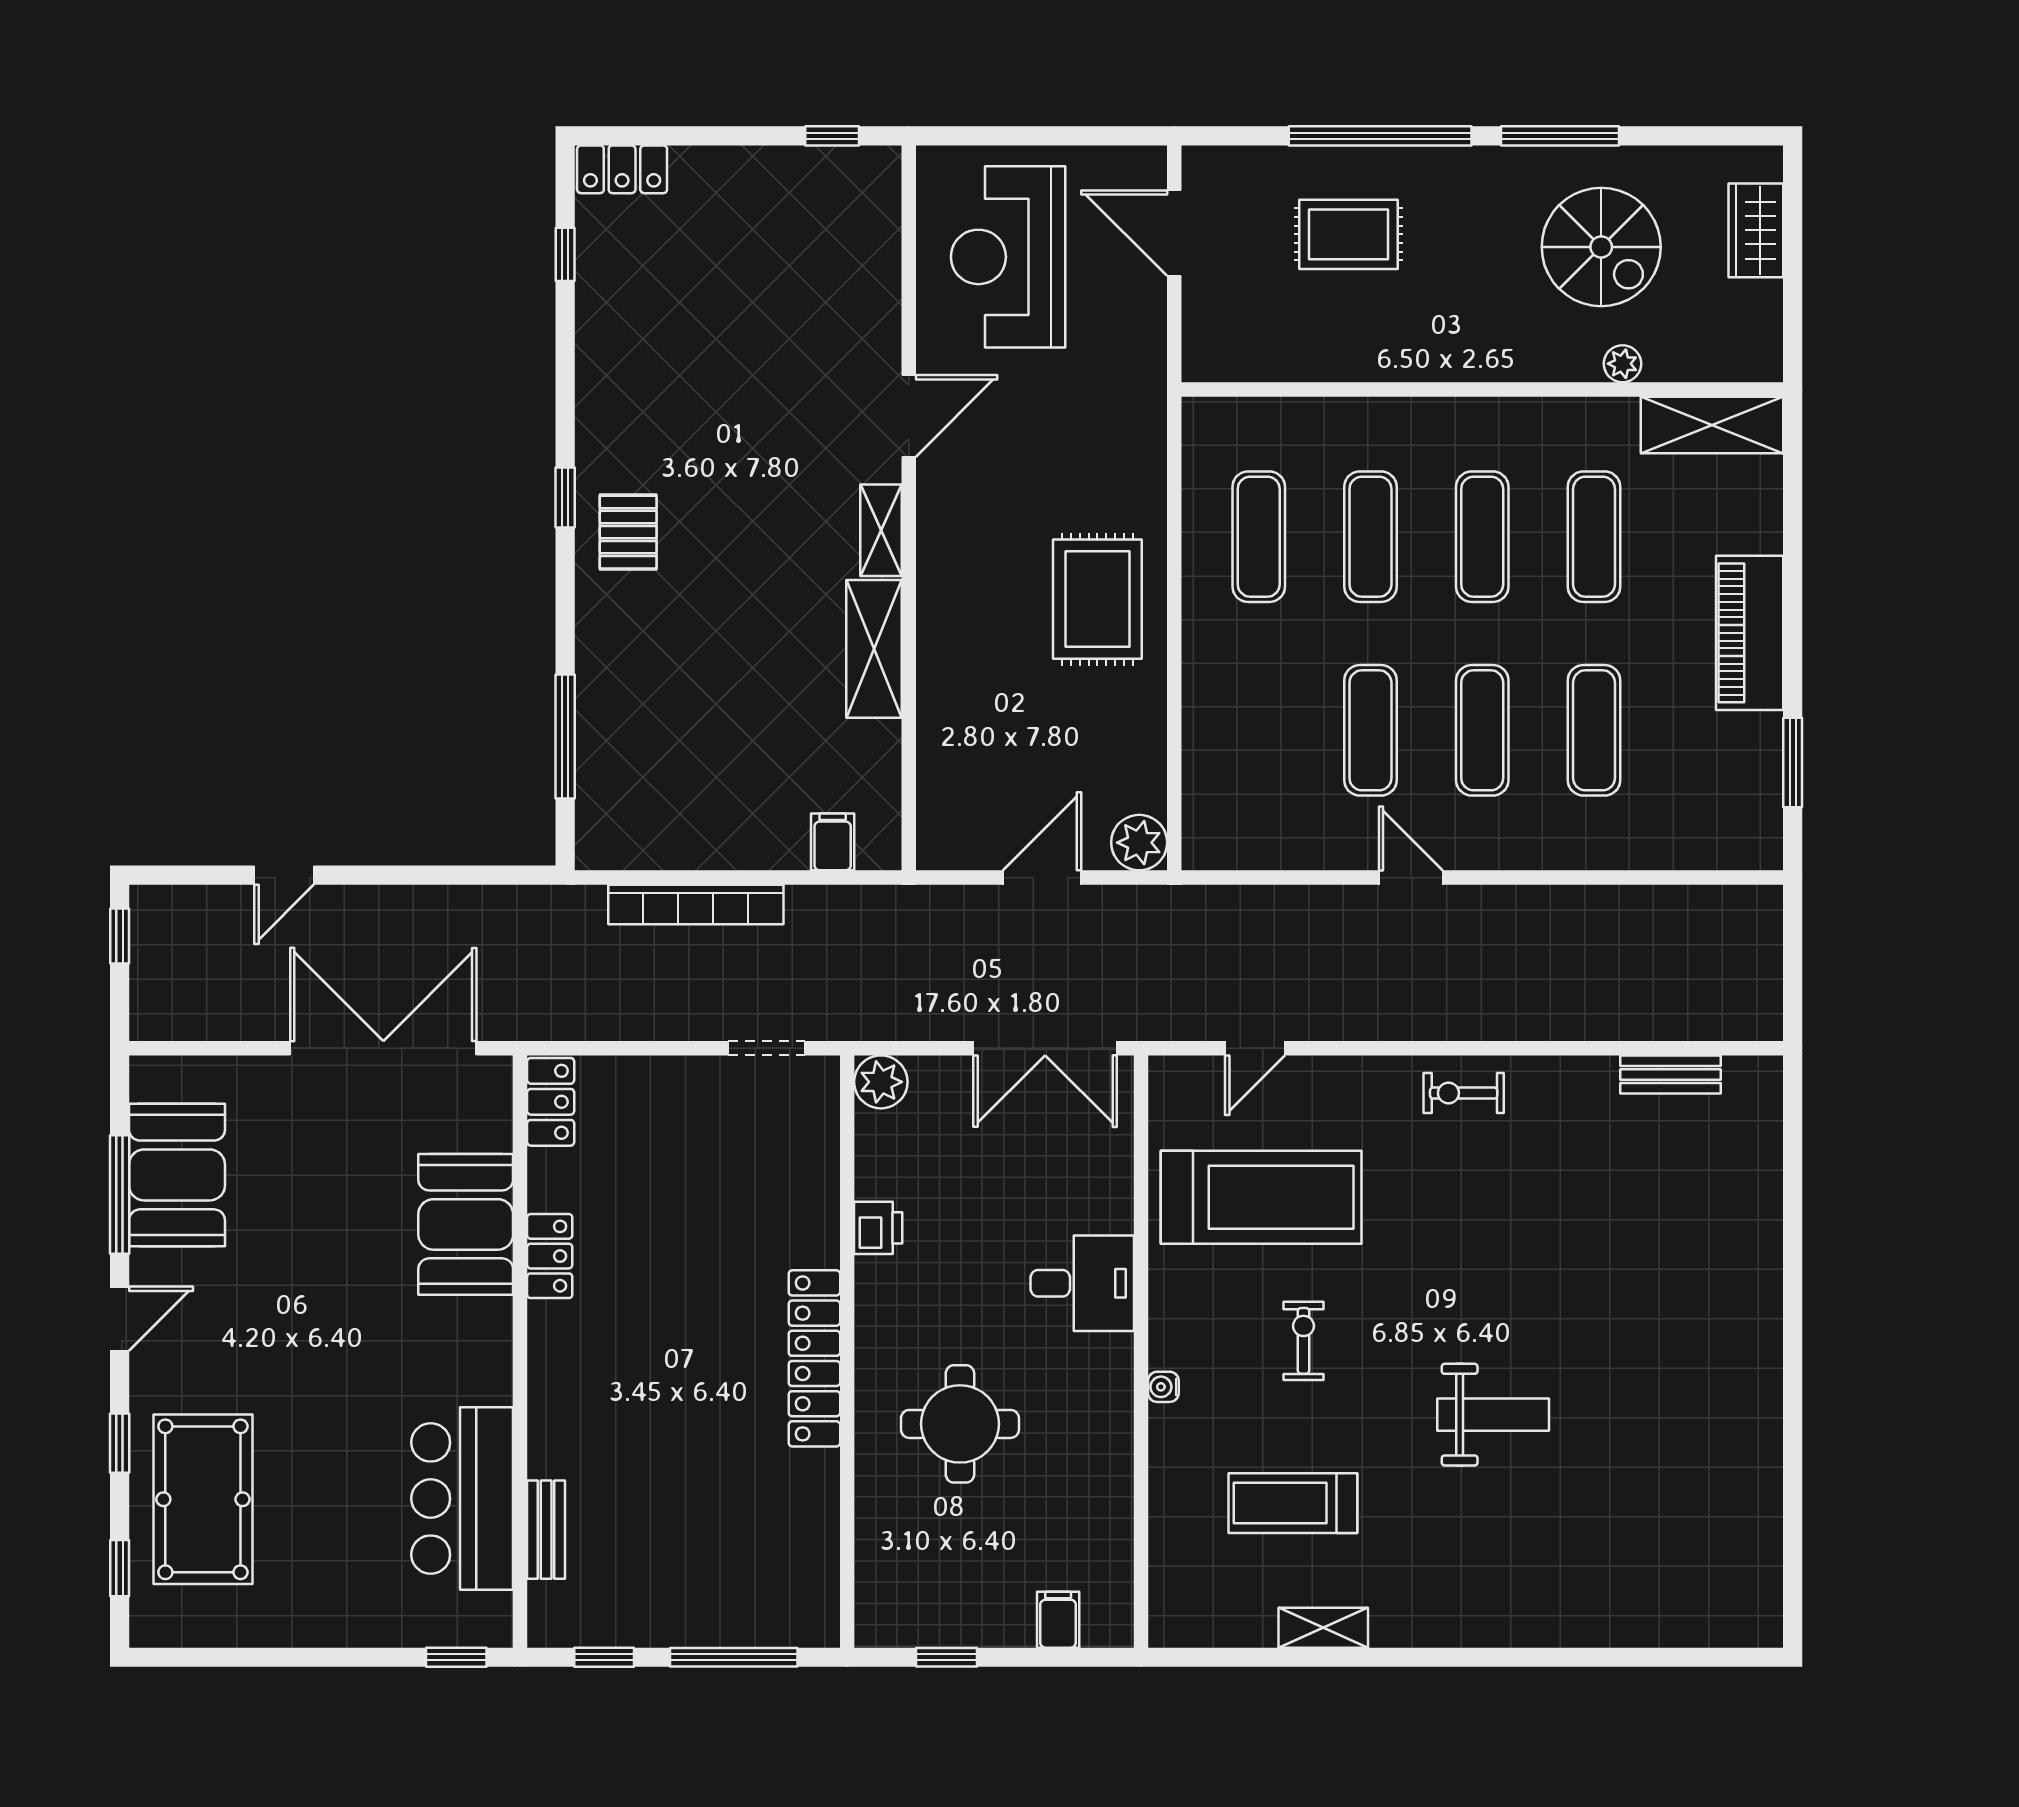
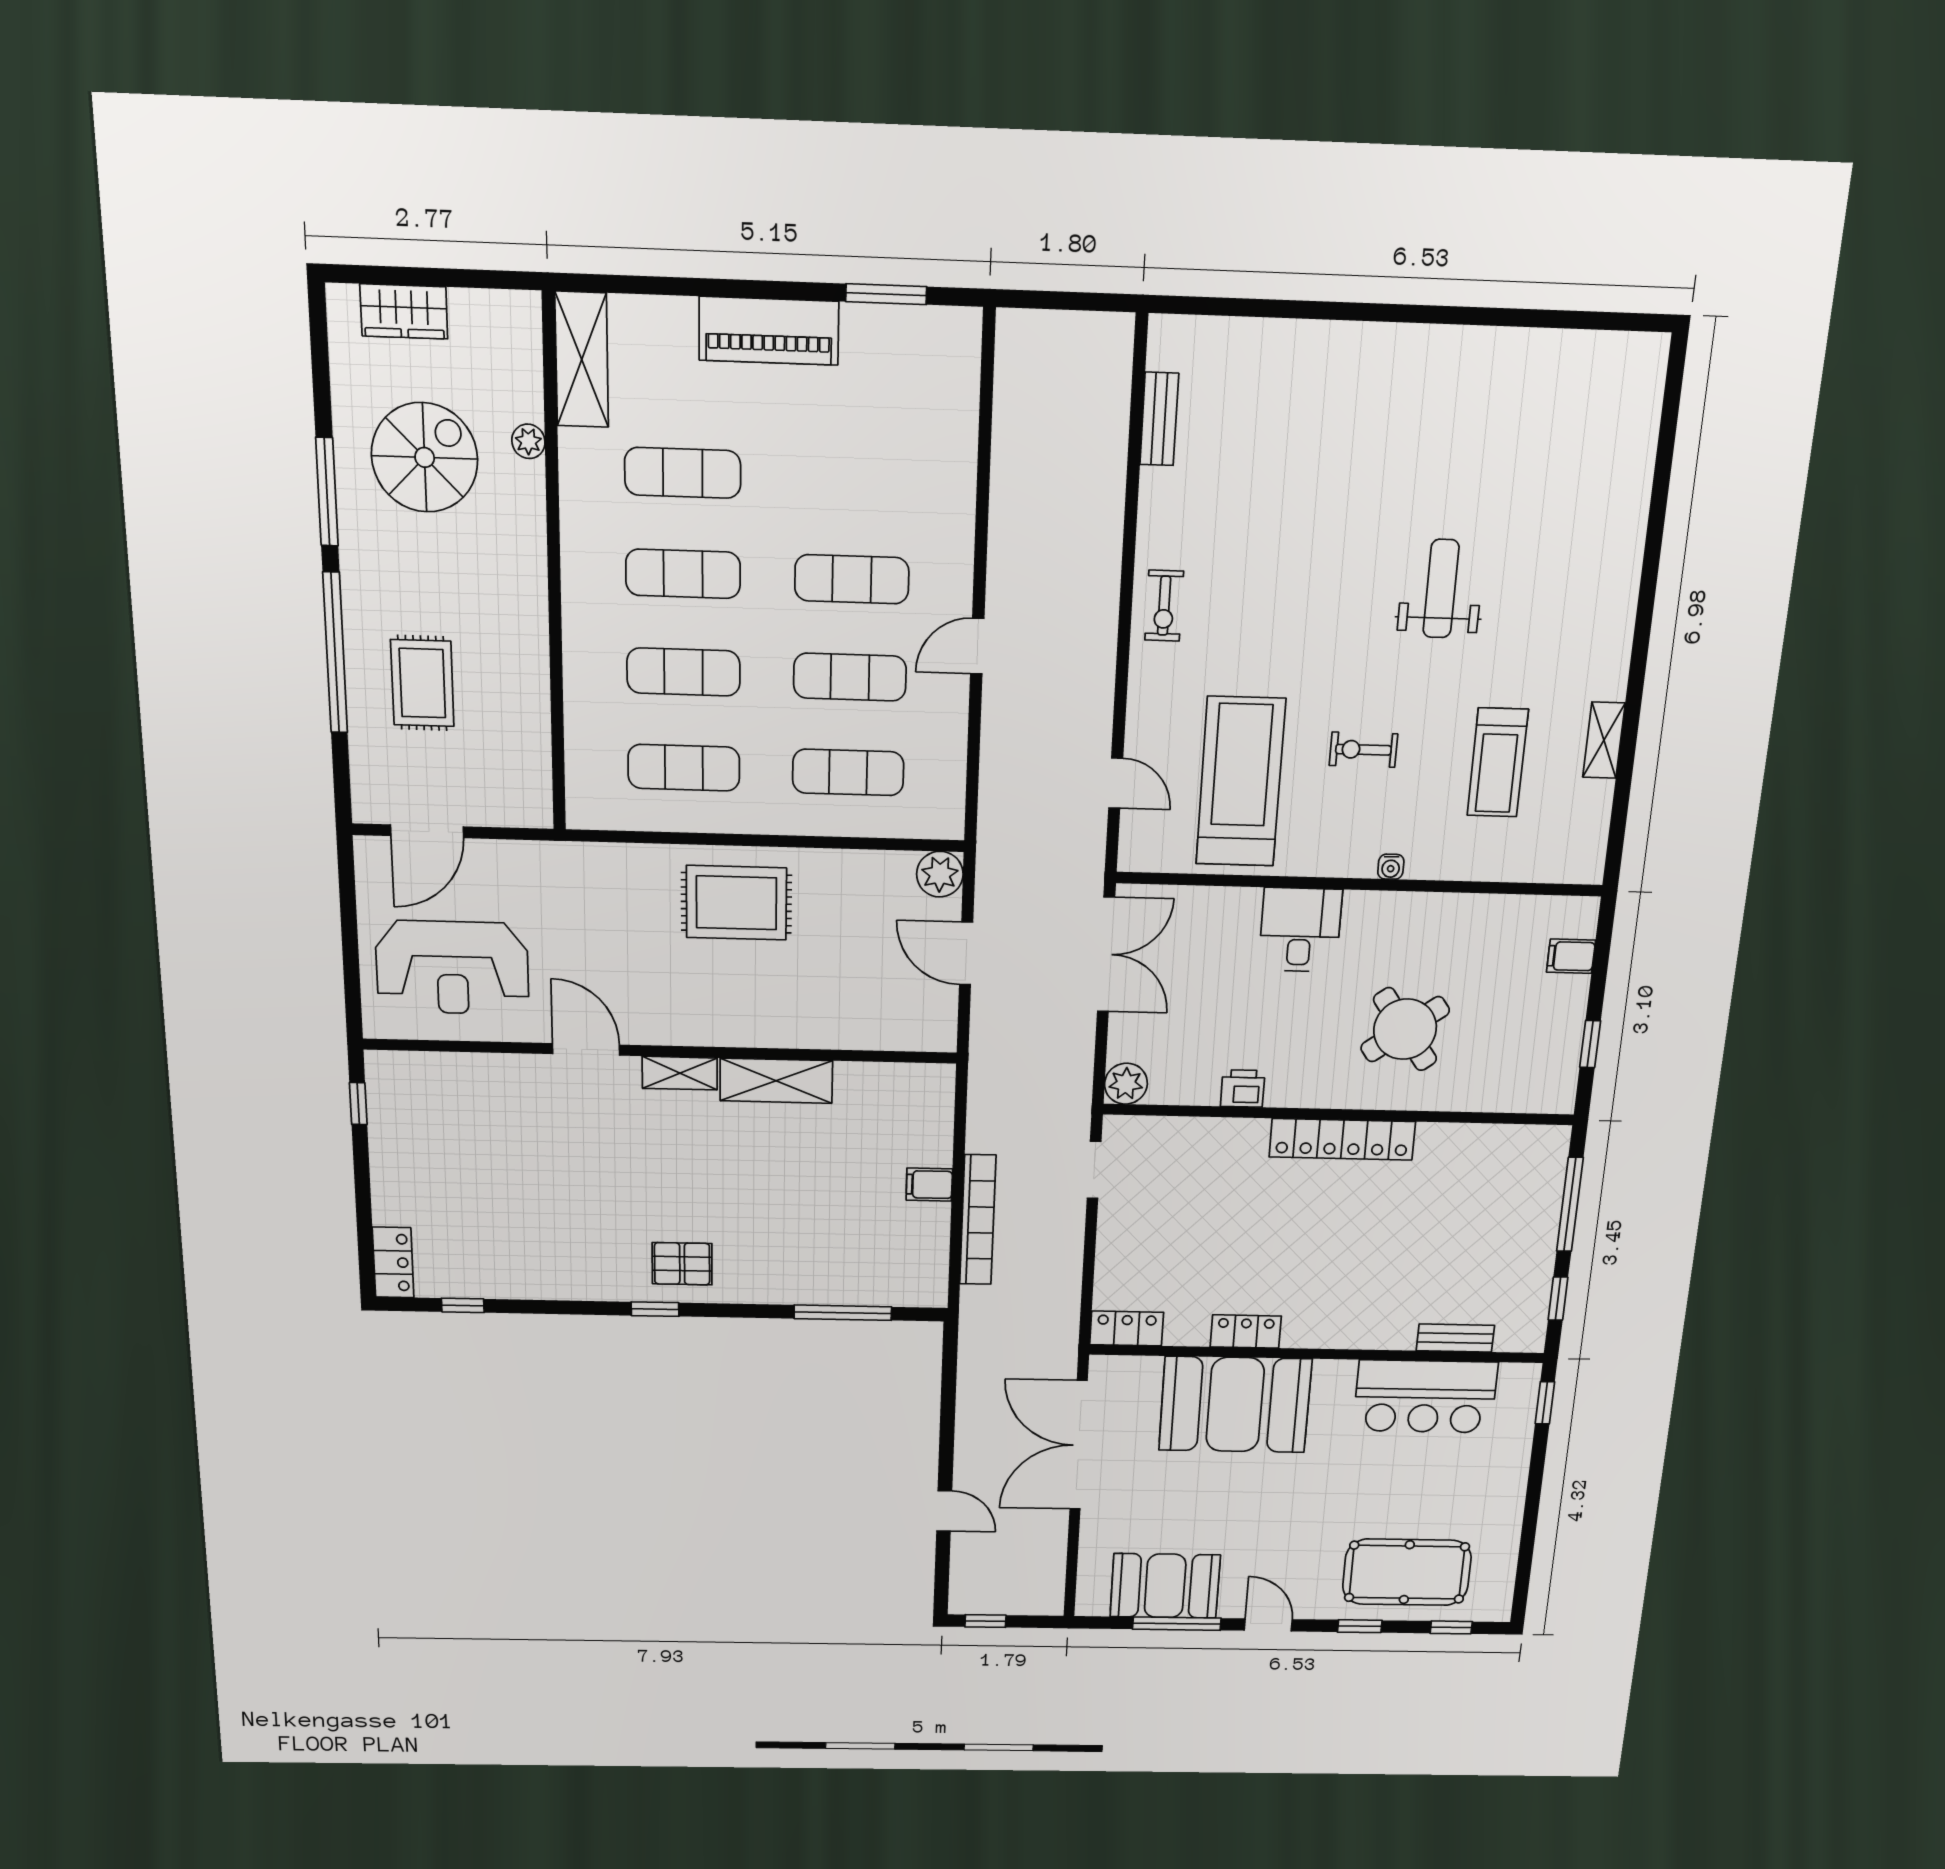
exercise mat: (1594, 730) -> (848, 772), moved
filing cabinet: (833, 842) -> (929, 1185), moved
booth: (466, 1224) -> (1235, 1405), width x1.36, depth x1.42
round table: (960, 1424) -> (1405, 1029), turned -36

